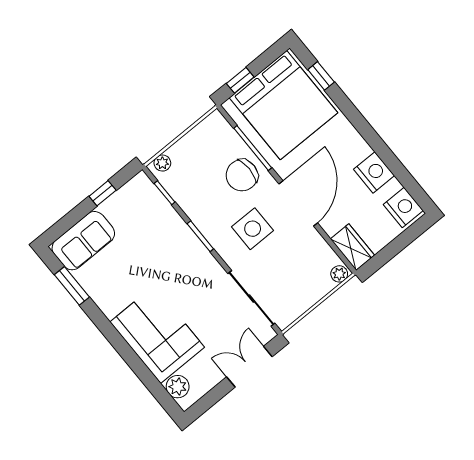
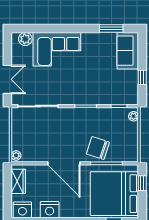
chair: (242, 175) -> (98, 148), turned -72
side table: (253, 229) -> (69, 133), removed
wardrobe: (352, 247) -> (18, 181), moved, turned -90

